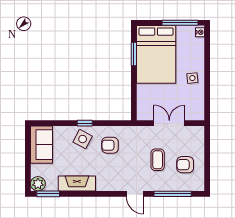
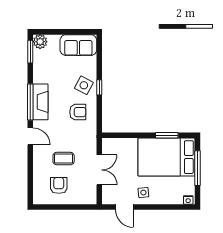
window: (180, 23) -> (197, 168), moved
door: (207, 98) -> (124, 207), added
armchair: (110, 145) -> (78, 112), turned 90
fireplace: (77, 183) -> (40, 102), moved
door: (135, 194) -> (30, 136), swing flipped
window: (173, 194) -> (30, 102), moved

